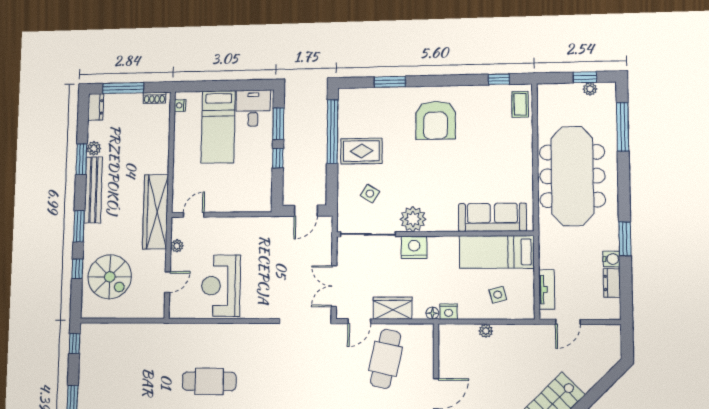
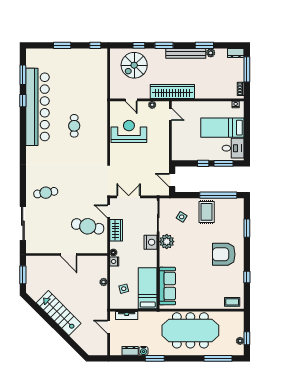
window: (499, 79) -> (247, 277), moved
cafe table: (209, 381) -> (74, 126), width x0.73, depth x0.74

